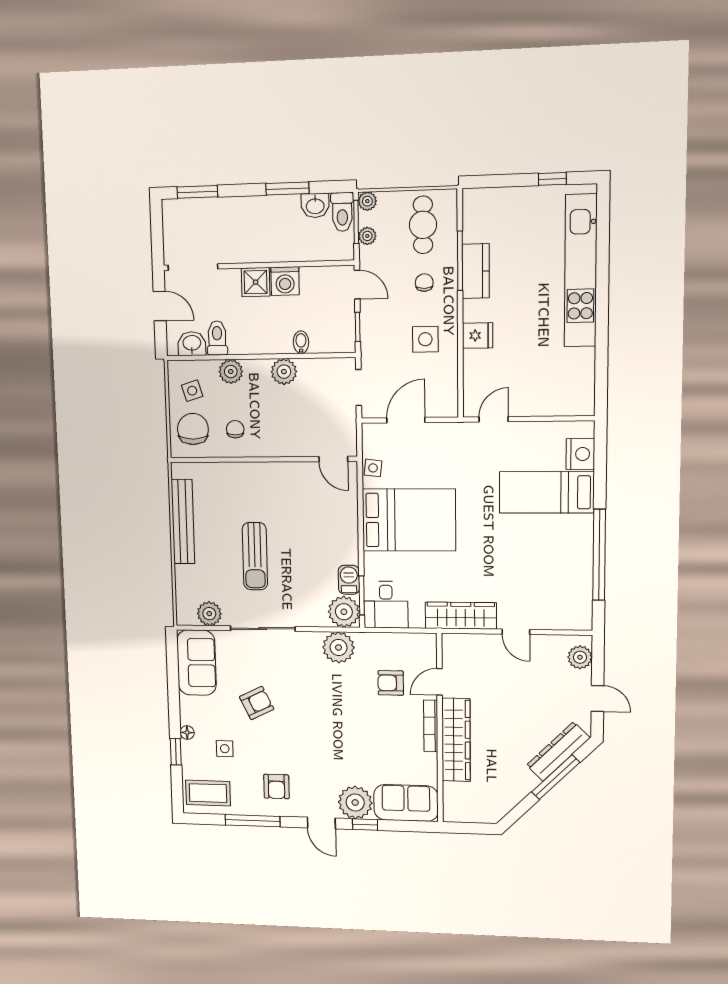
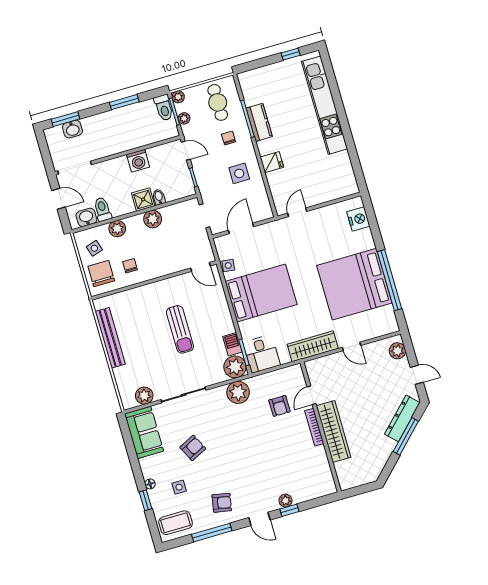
washbasin: (315, 206) -> (72, 129), moved
shower: (256, 282) -> (143, 199), moved
bed: (547, 492) -> (354, 284), moved, width x2.04
sun lounger: (255, 556) -> (180, 329), moved
armchair: (391, 683) -> (279, 406), turned -90
armchair: (276, 787) -> (222, 503), turned -79
plant: (355, 803) -> (286, 501), width x0.53, depth x0.53
sofa: (406, 803) -> (313, 486), removed

